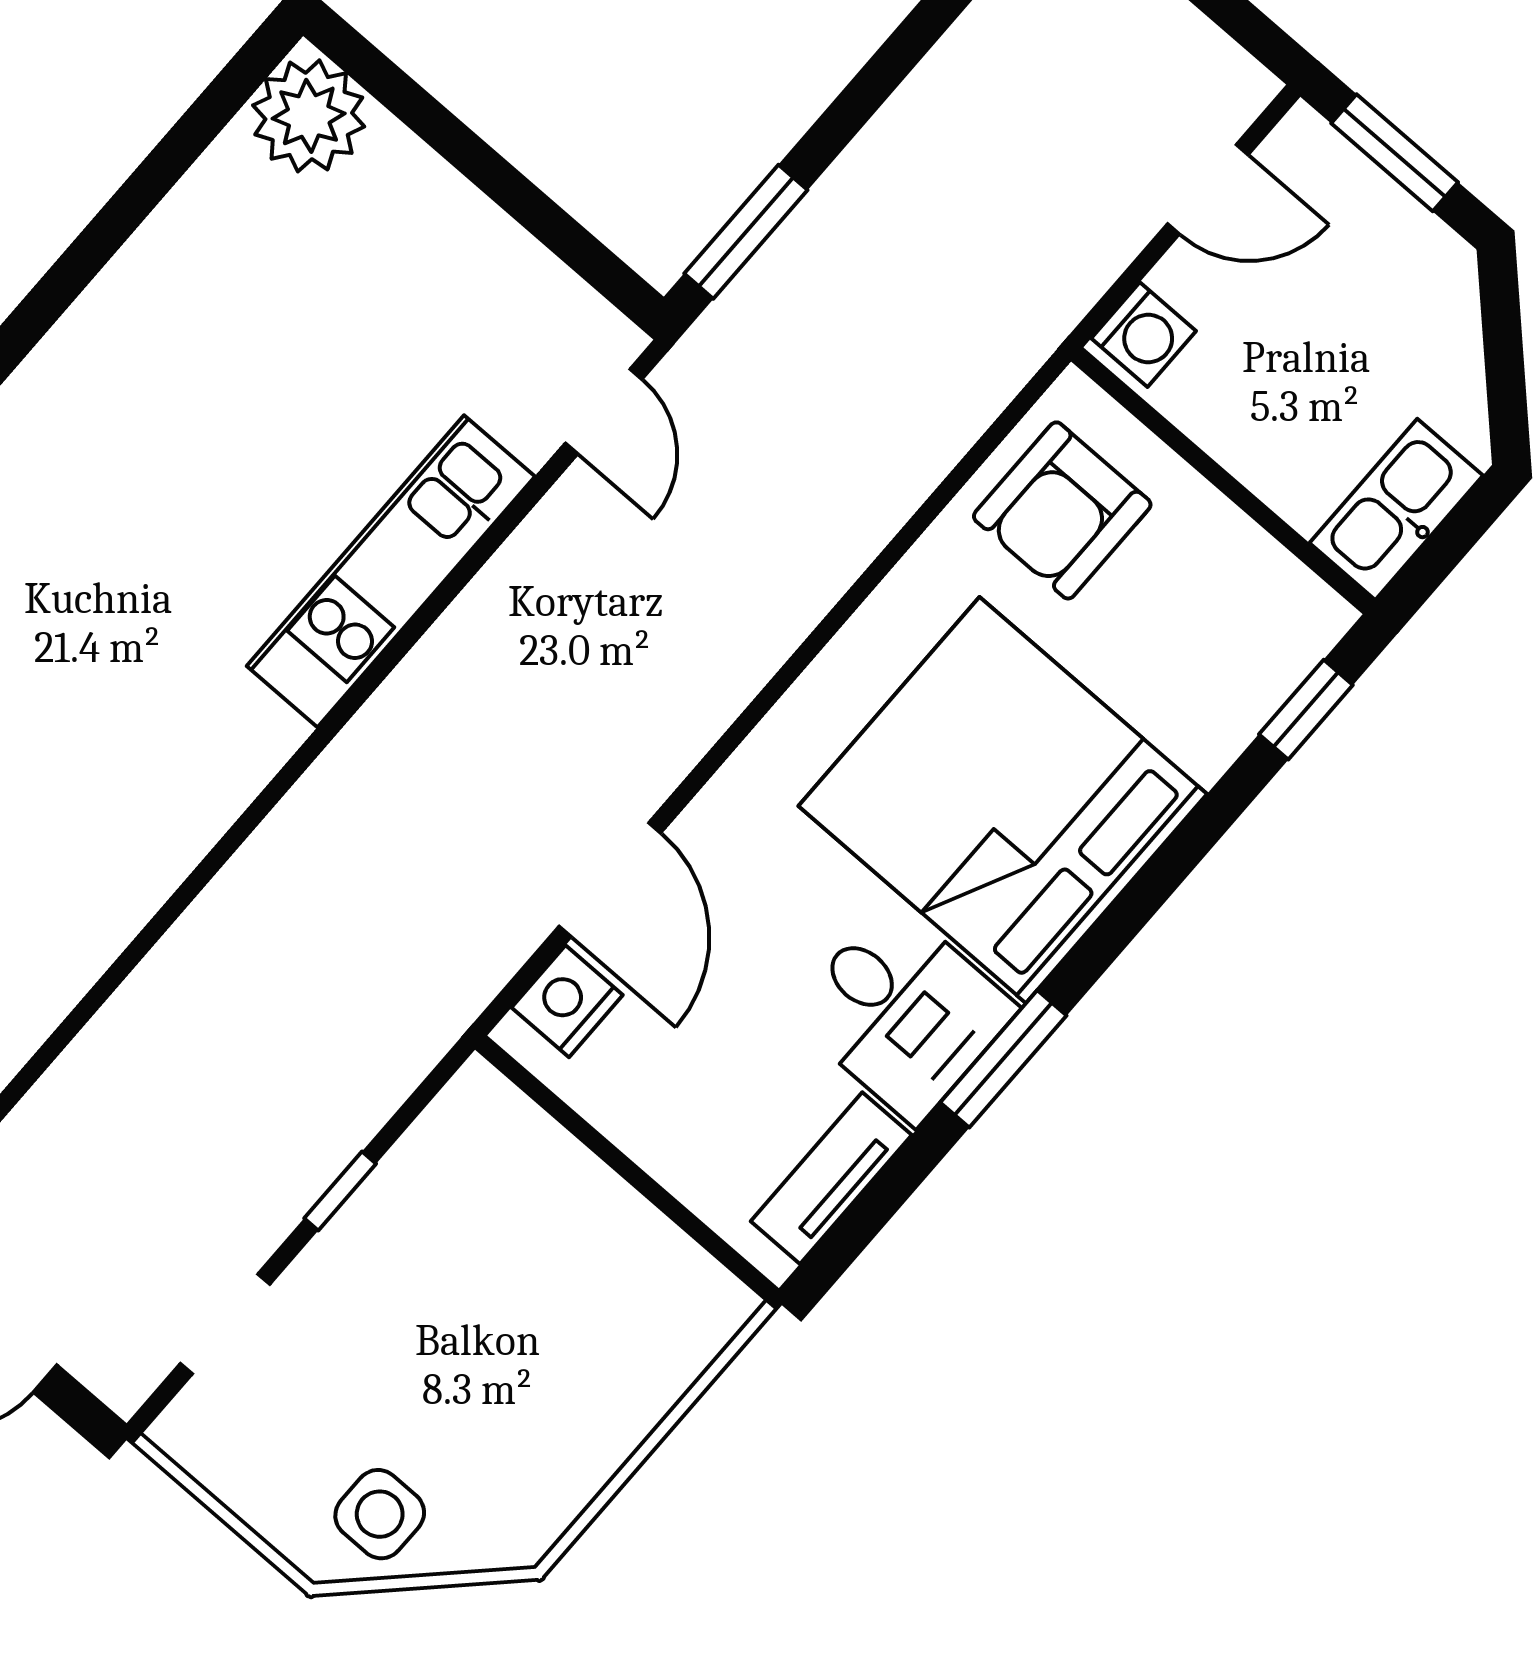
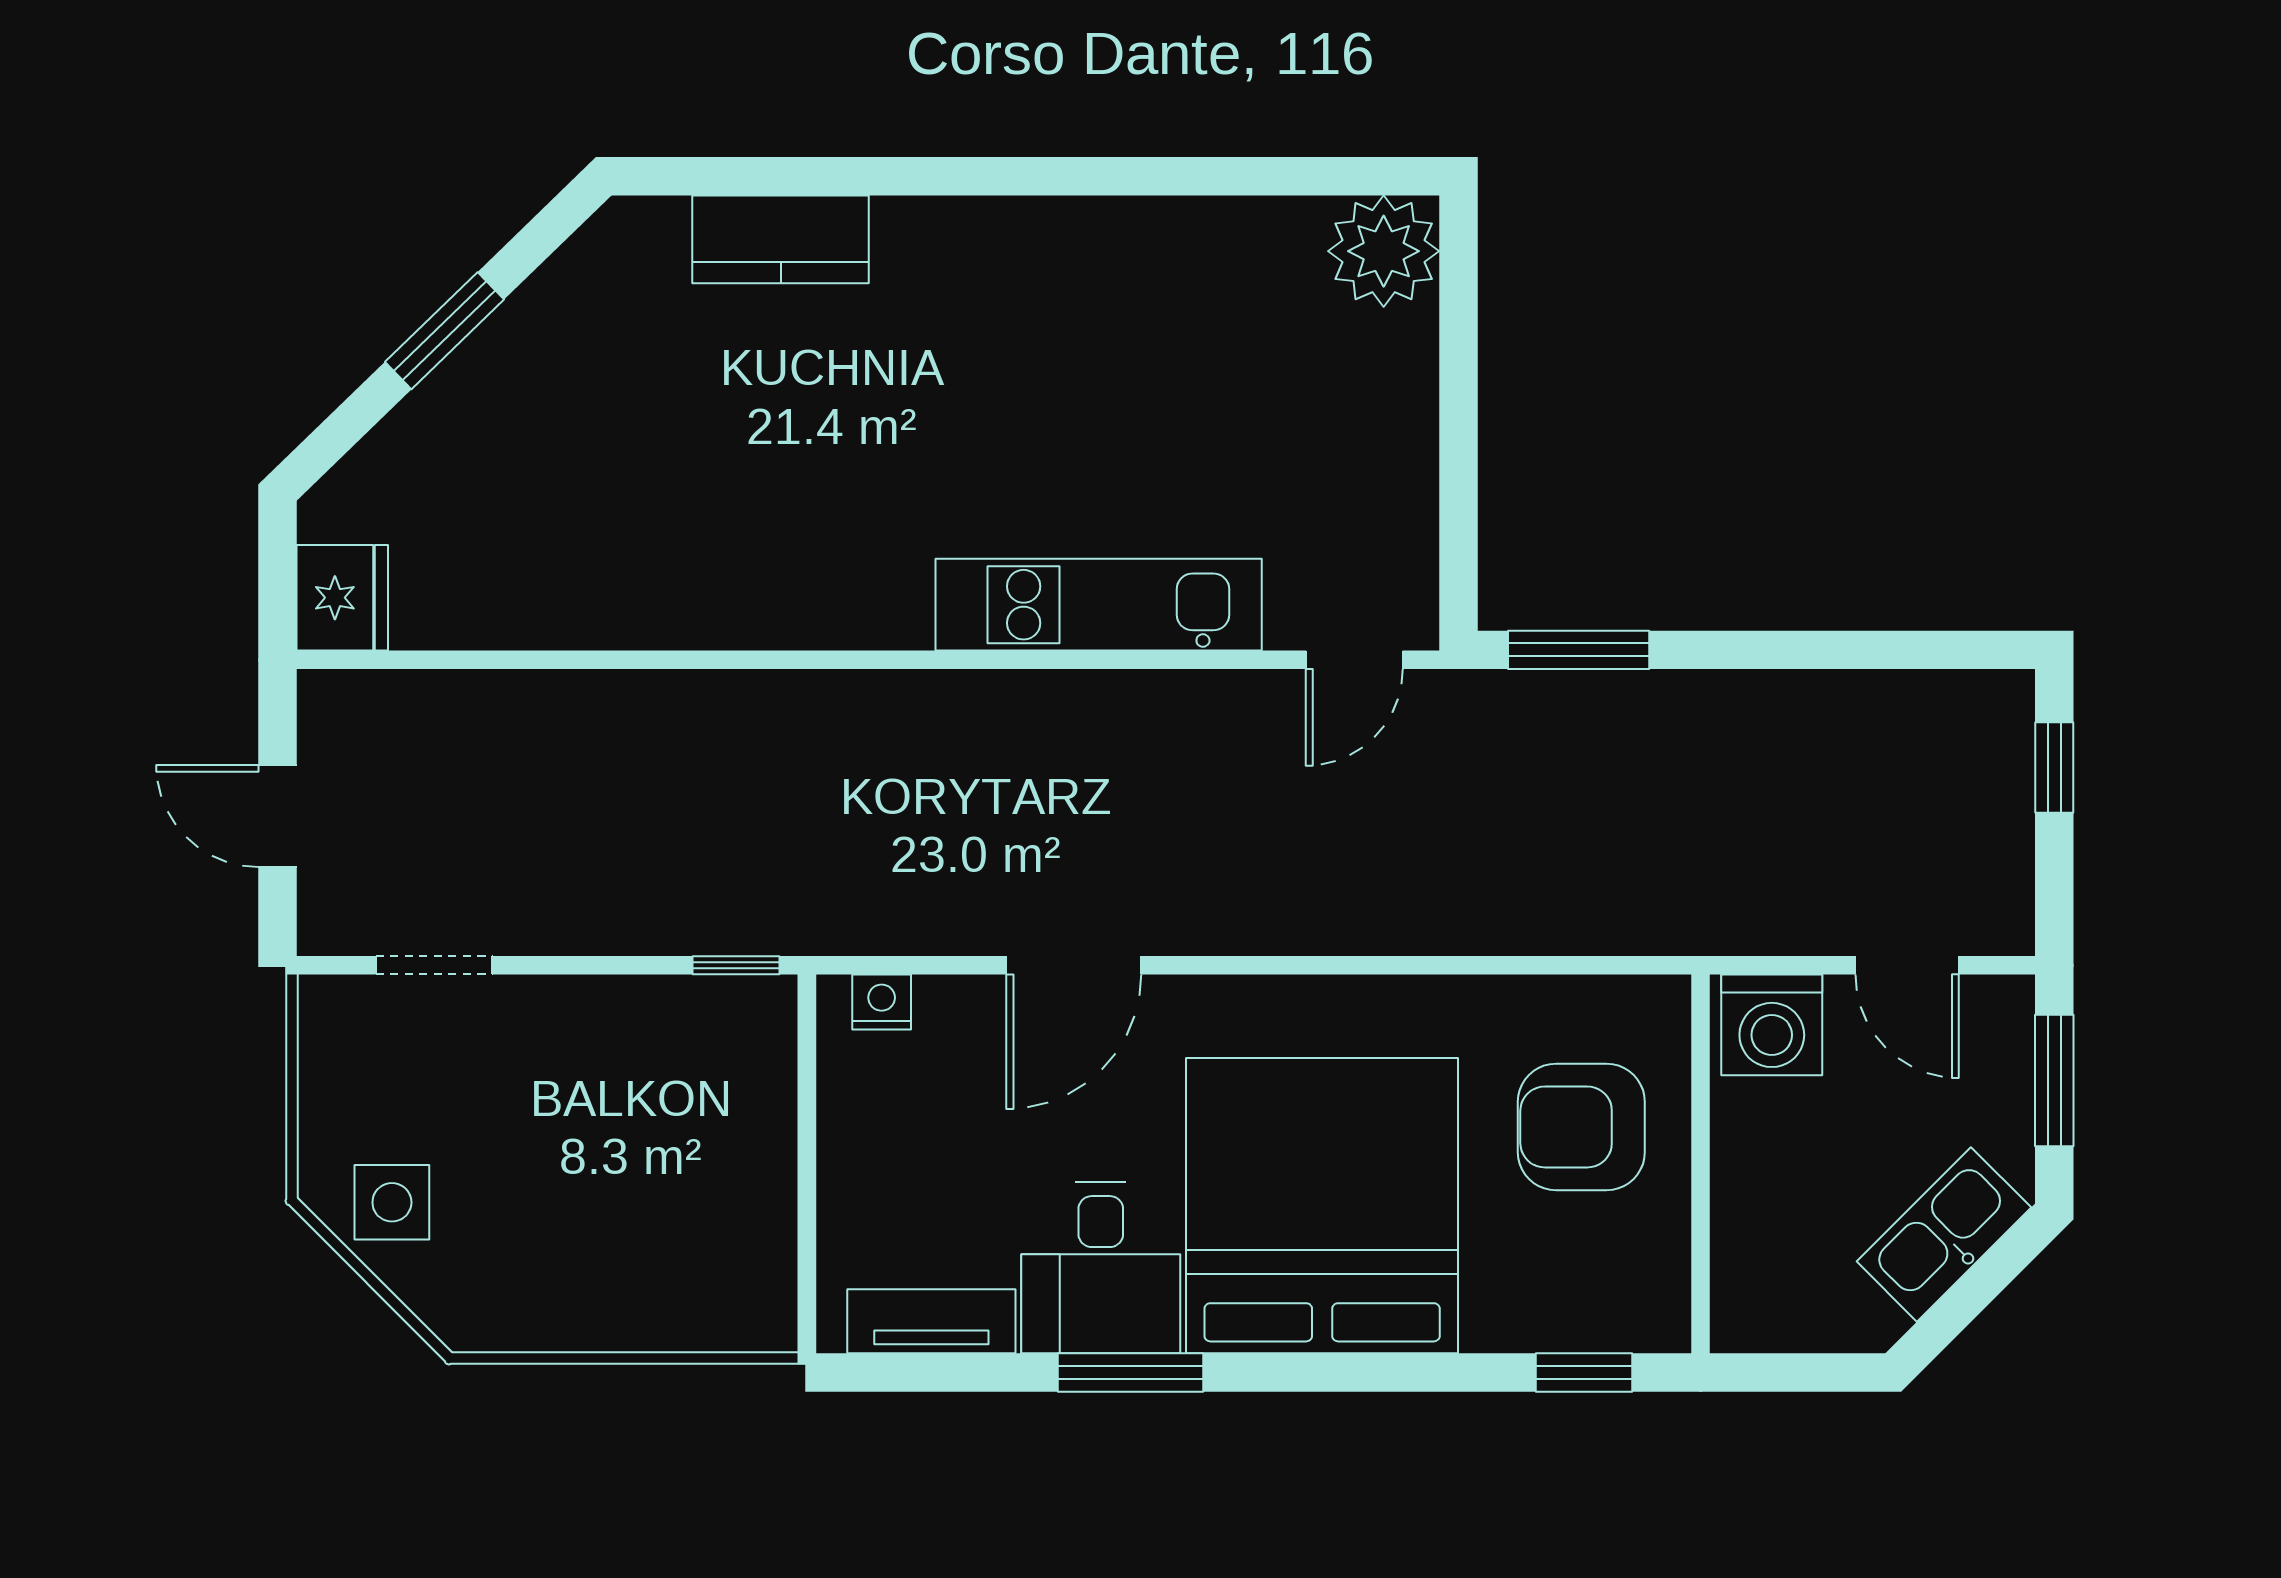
washing machine: (1144, 335) -> (1772, 1025), width x1.38, depth x1.38
kitchen sink: (1396, 509) -> (1944, 1234), moved, turned -45
armchair: (1062, 510) -> (1581, 1127), moved
door: (610, 880) -> (1074, 965), moved
nightstand: (567, 1001) -> (882, 1002), width x0.72, depth x0.74
window: (340, 1191) -> (736, 965), moved

